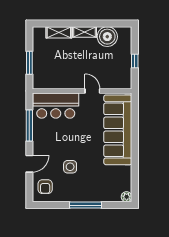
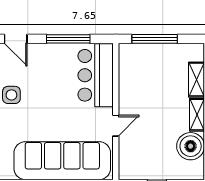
window: (29, 63) -> (155, 39), width x1.44

